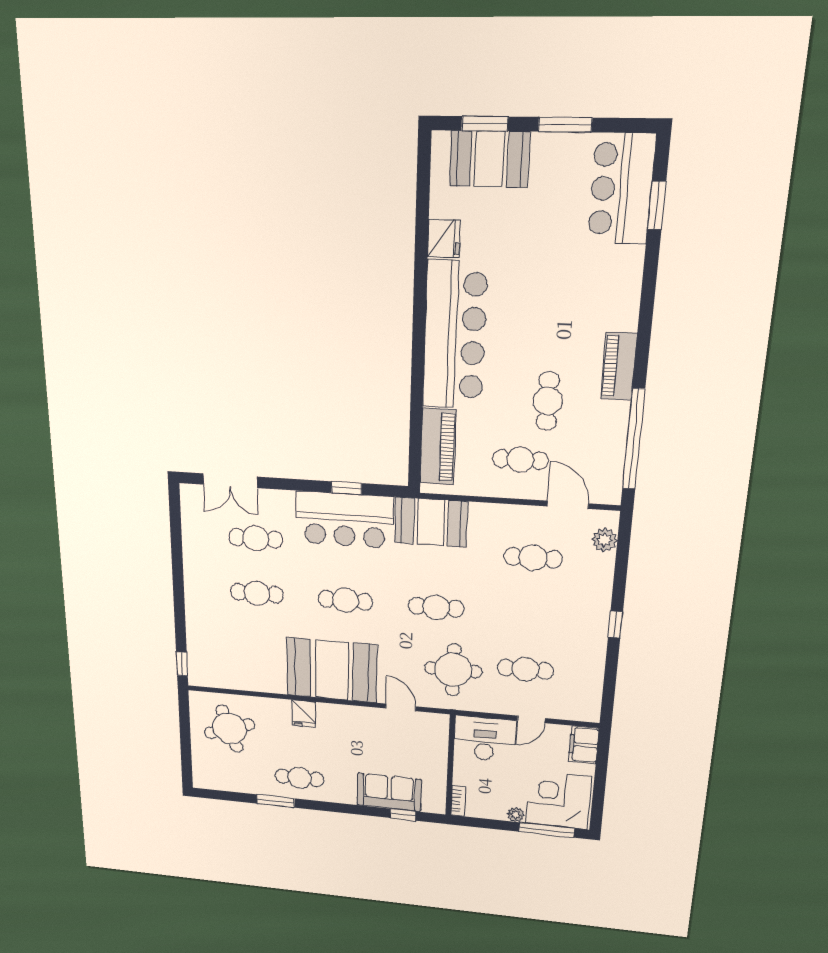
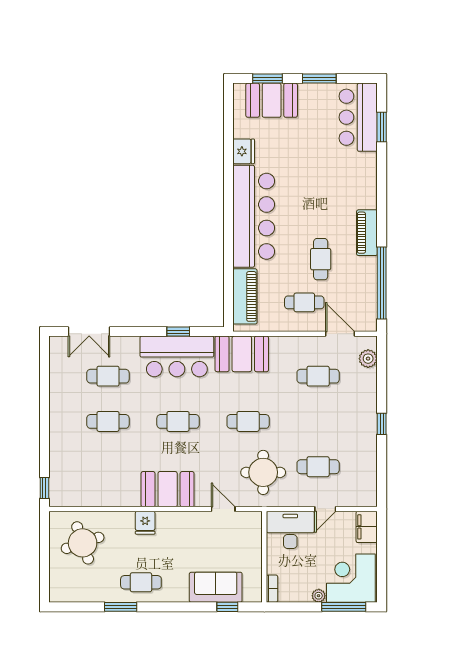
booth: (332, 670) -> (168, 489), width x0.73, depth x0.70

